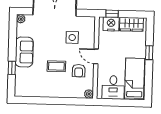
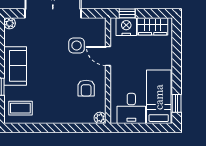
window: (149, 53) -> (177, 103), moved
door: (96, 56) -> (108, 56), moved
coffee table: (56, 66) -> (20, 108), moved

